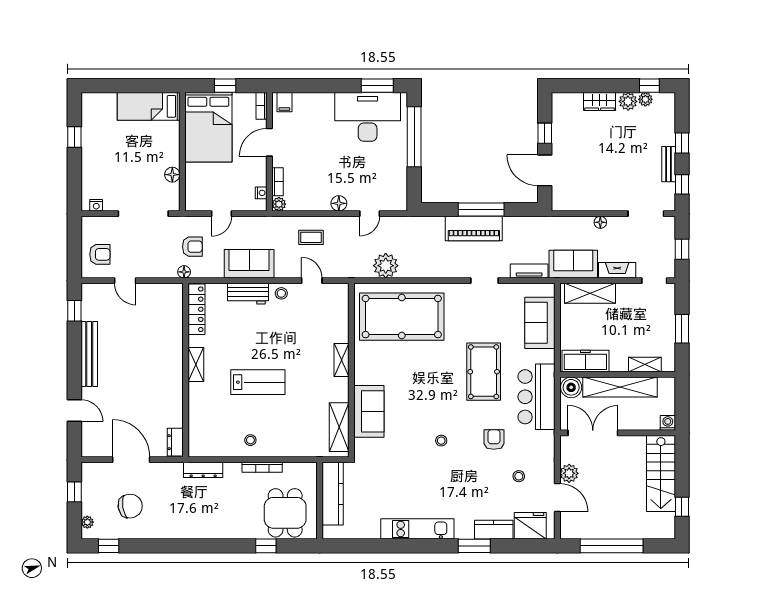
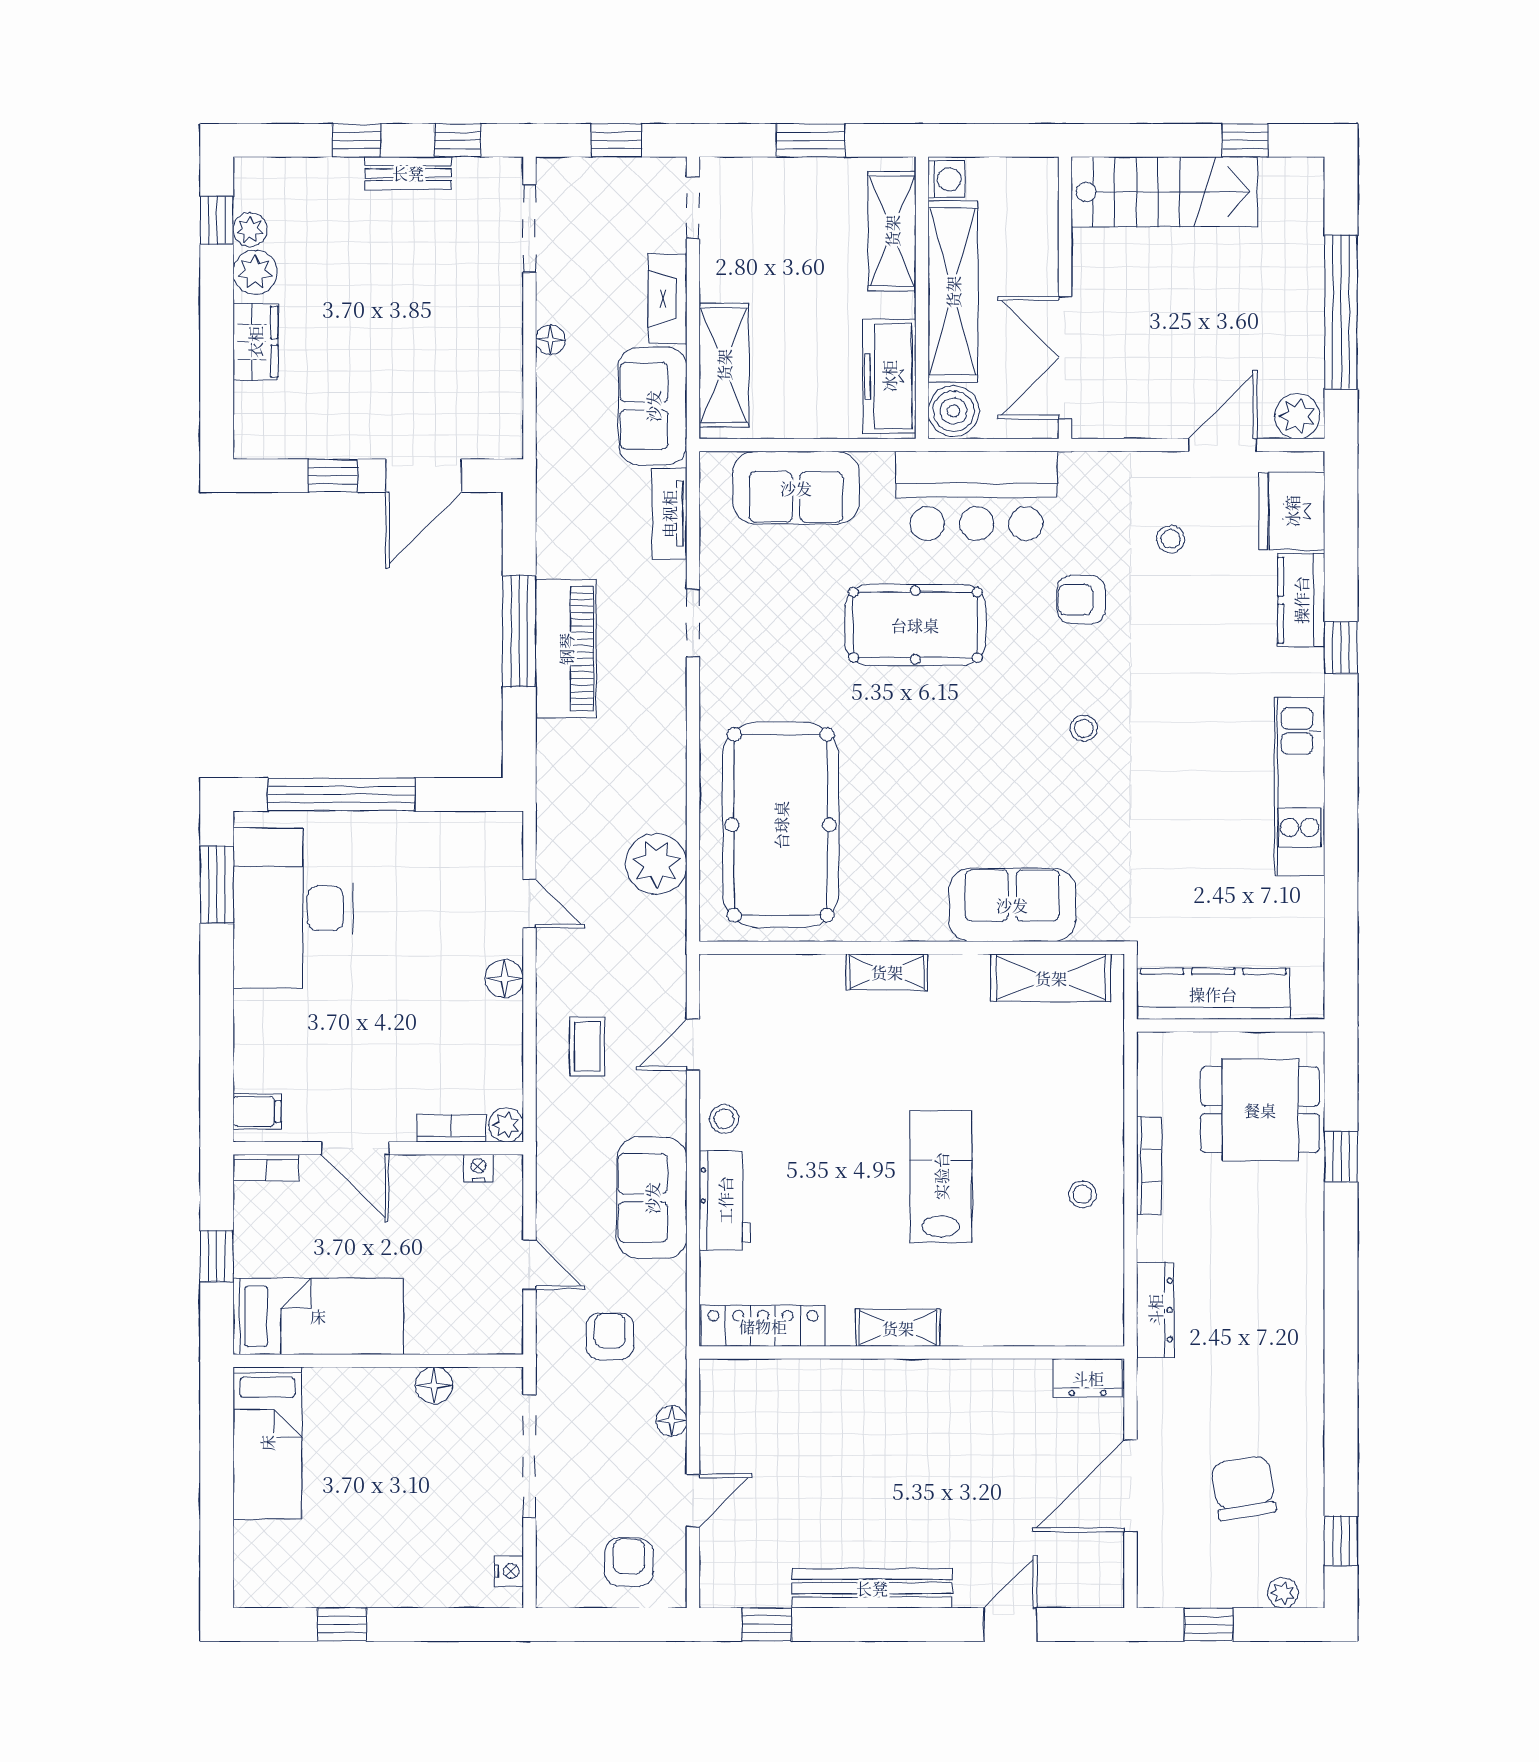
bed: (208, 127) -> (318, 1316), width x0.67
floor lamp: (184, 272) -> (672, 1421), moved
shelving: (645, 365) -> (892, 231), width x1.50, depth x1.33
washing machine: (668, 423) -> (946, 179), moved, turned 180
plant: (569, 473) -> (1297, 416), moved
window: (474, 546) -> (1341, 648), width x0.67

